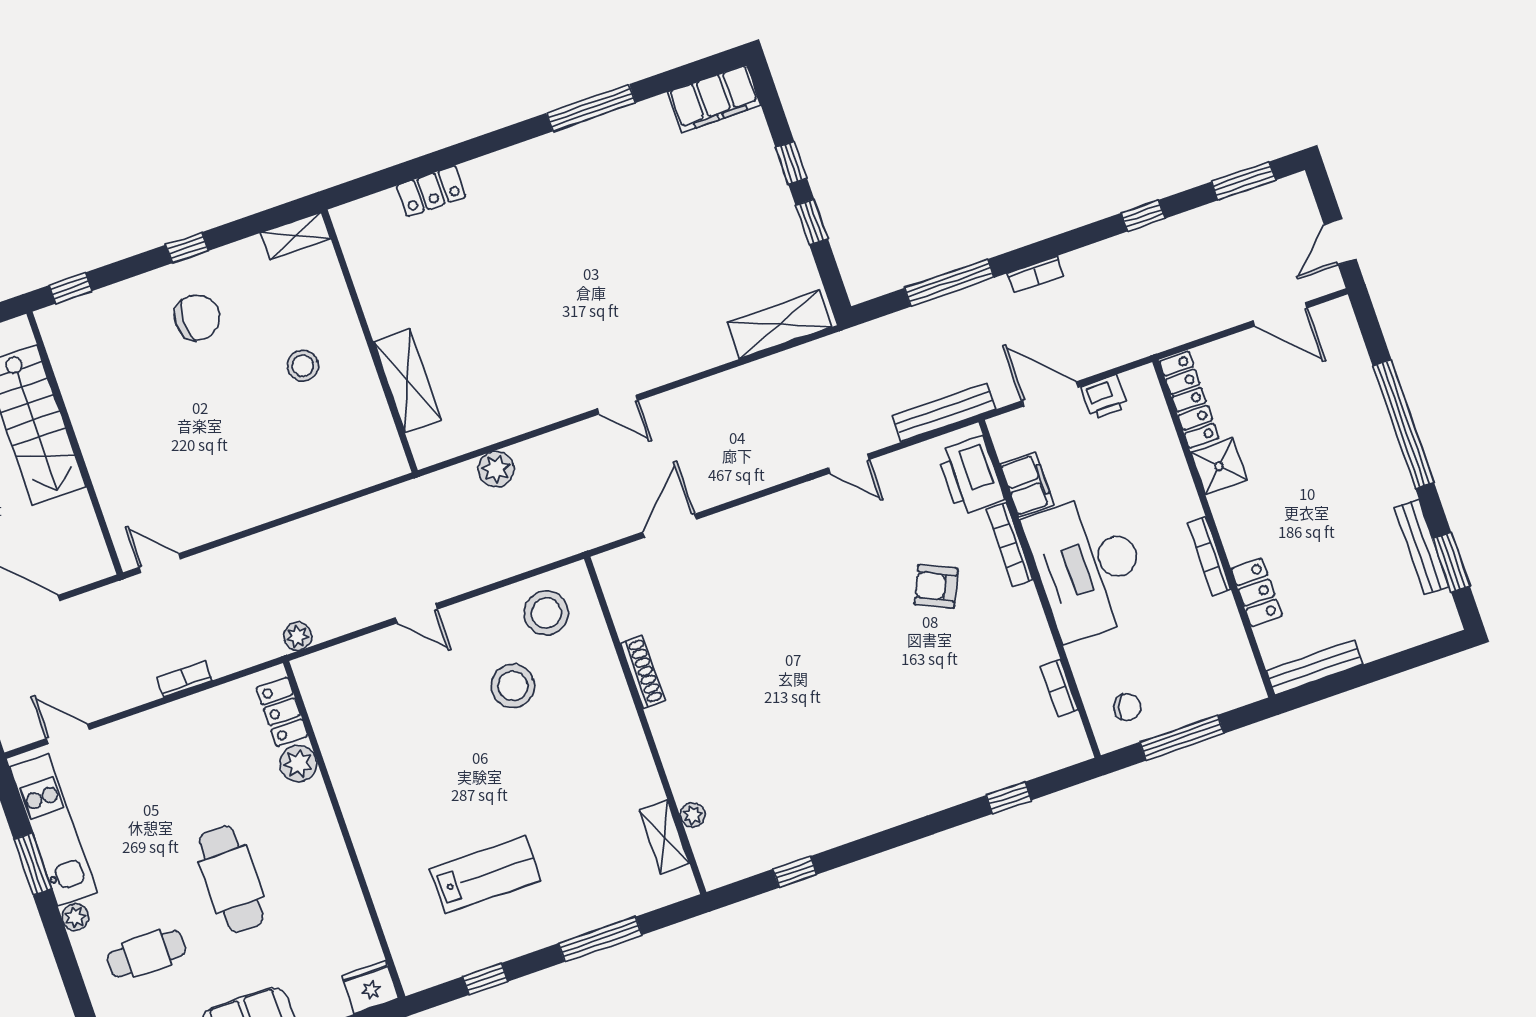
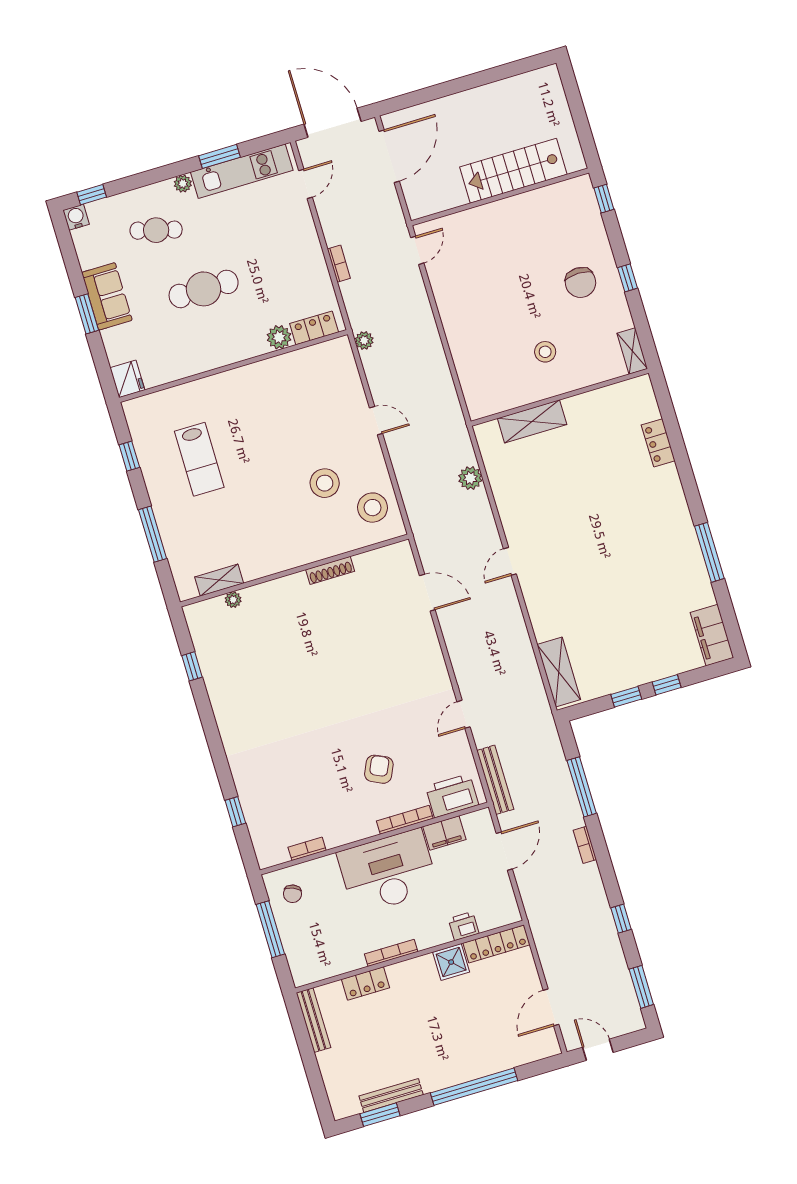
printer: (1104, 397) -> (464, 926), moved, turned 90
door: (416, 613) -> (376, 421), swing flipped
cafe table: (147, 954) -> (156, 230), turned -75

